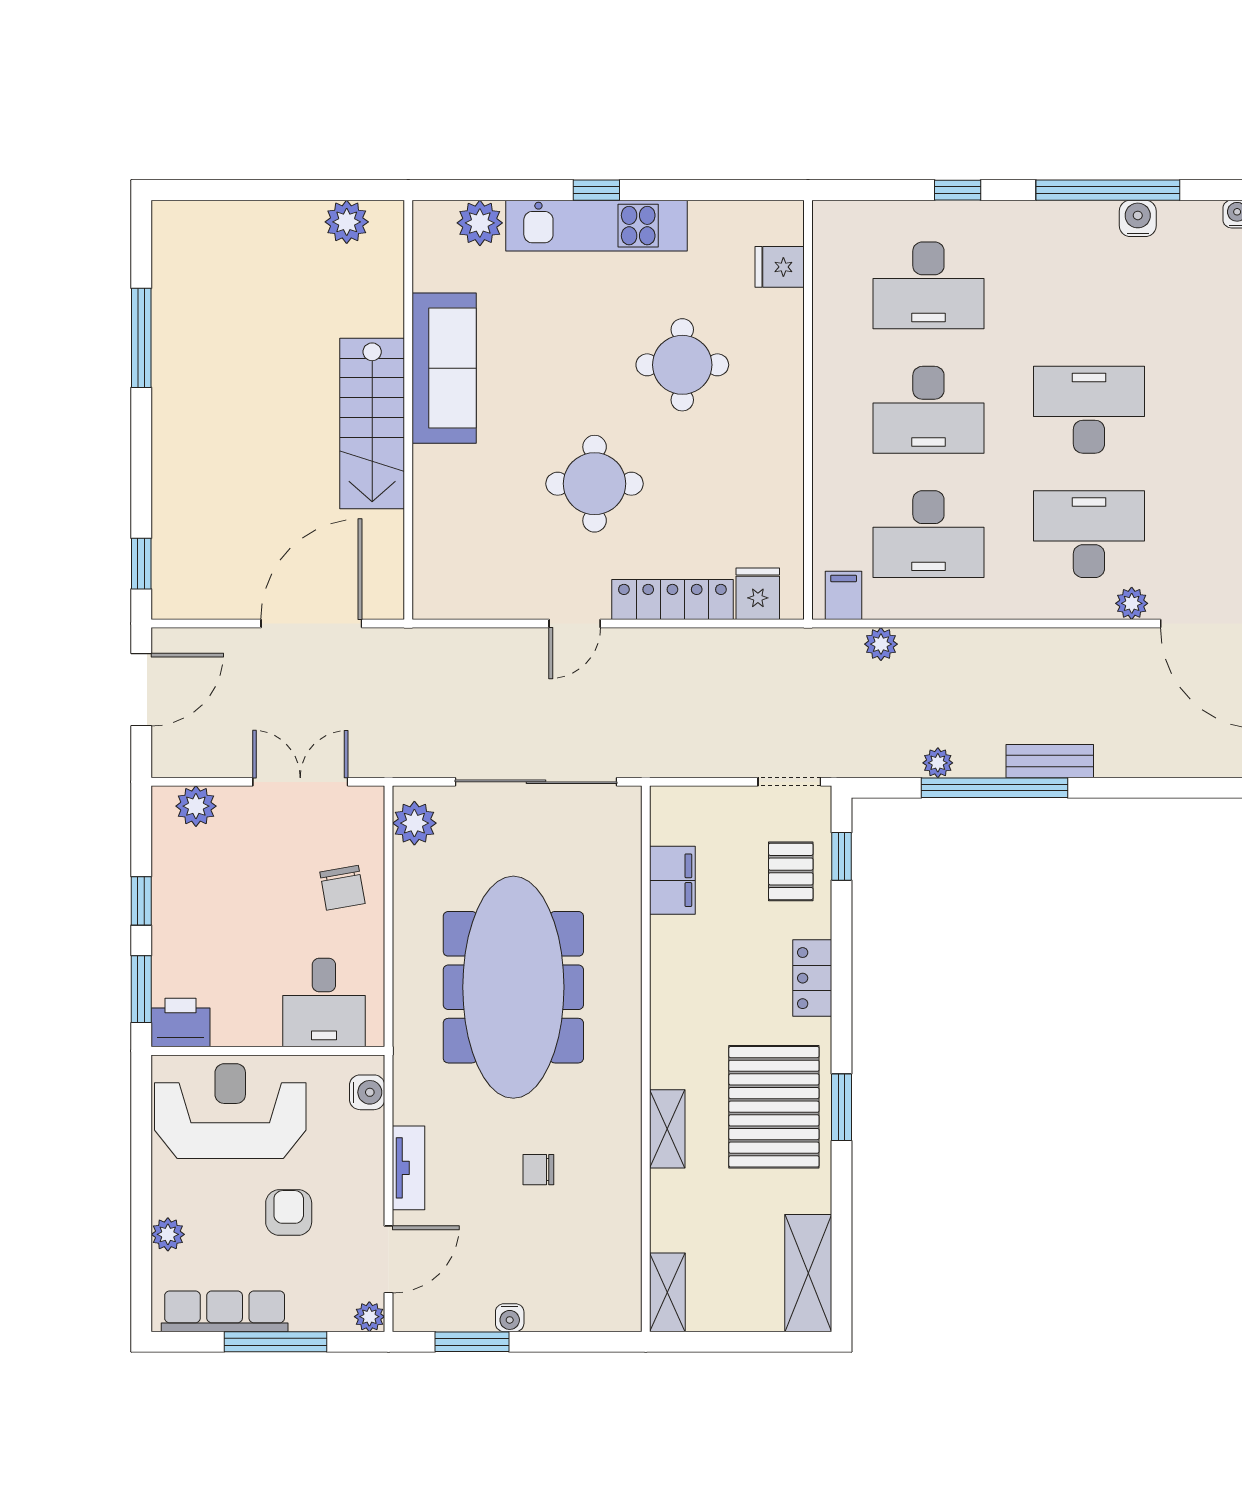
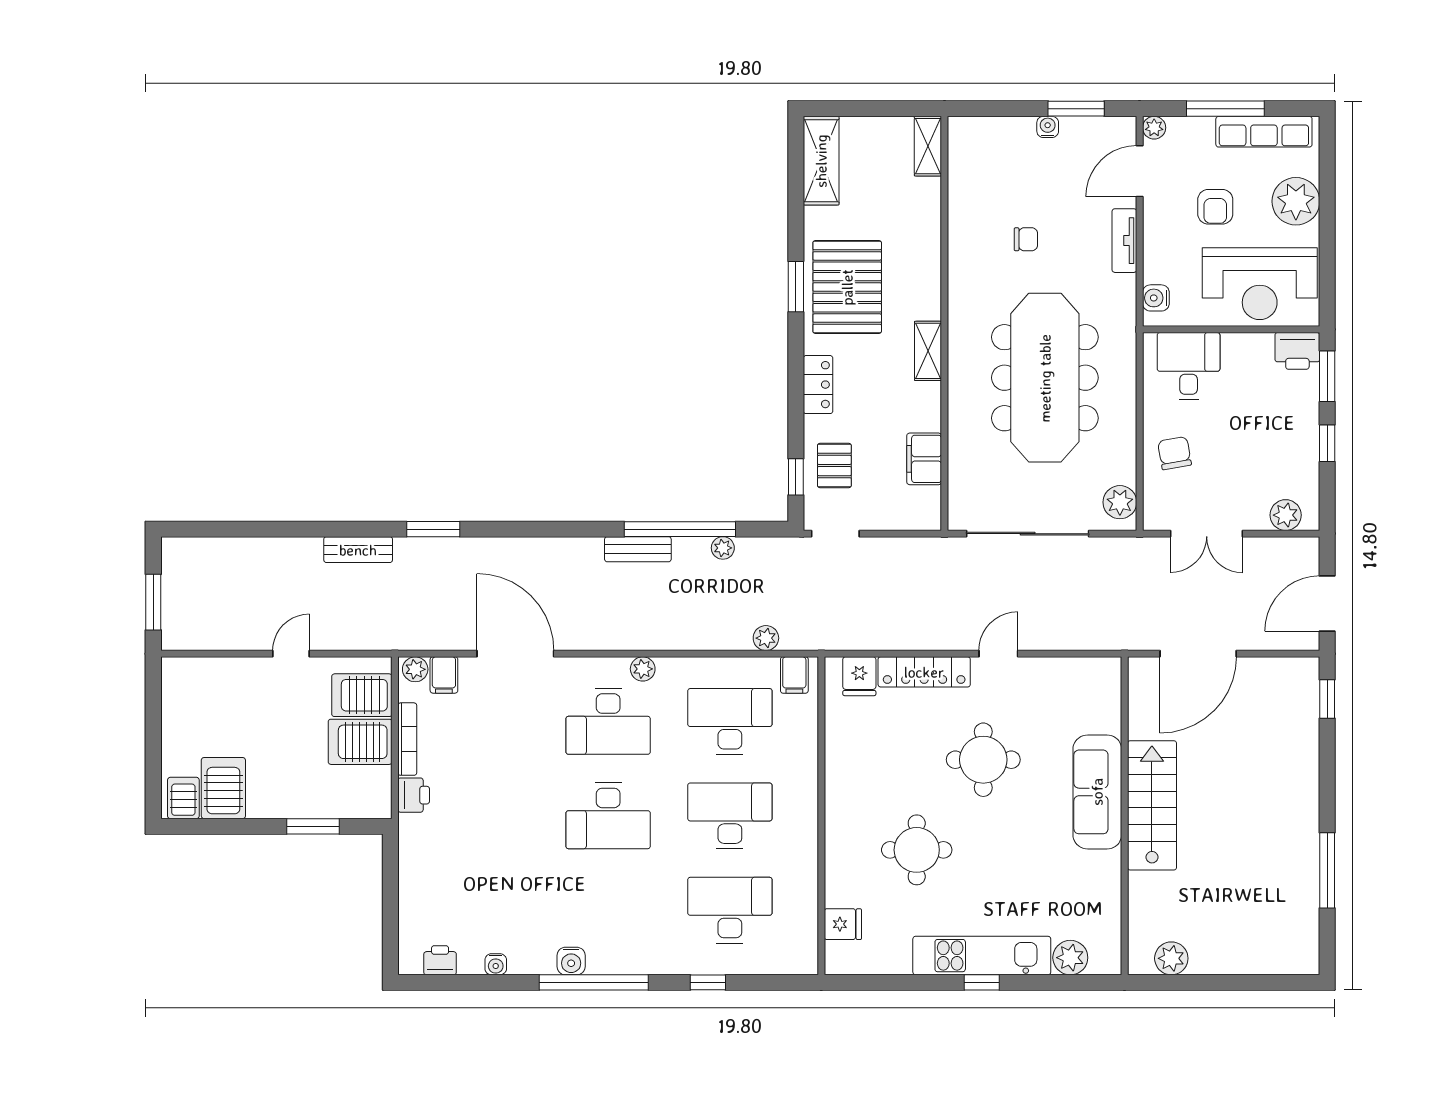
sofa: (444, 368) -> (1097, 792), moved
plant: (1132, 603) -> (643, 669), moved
shelving: (667, 1129) -> (928, 351), moved
plant: (168, 1234) -> (1296, 201), width x1.87, depth x1.87

